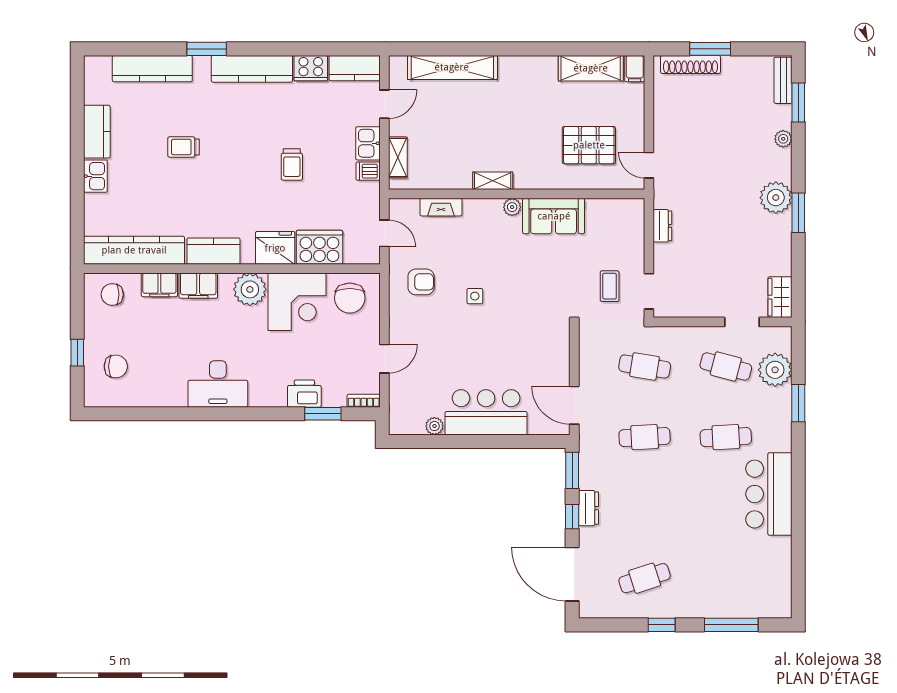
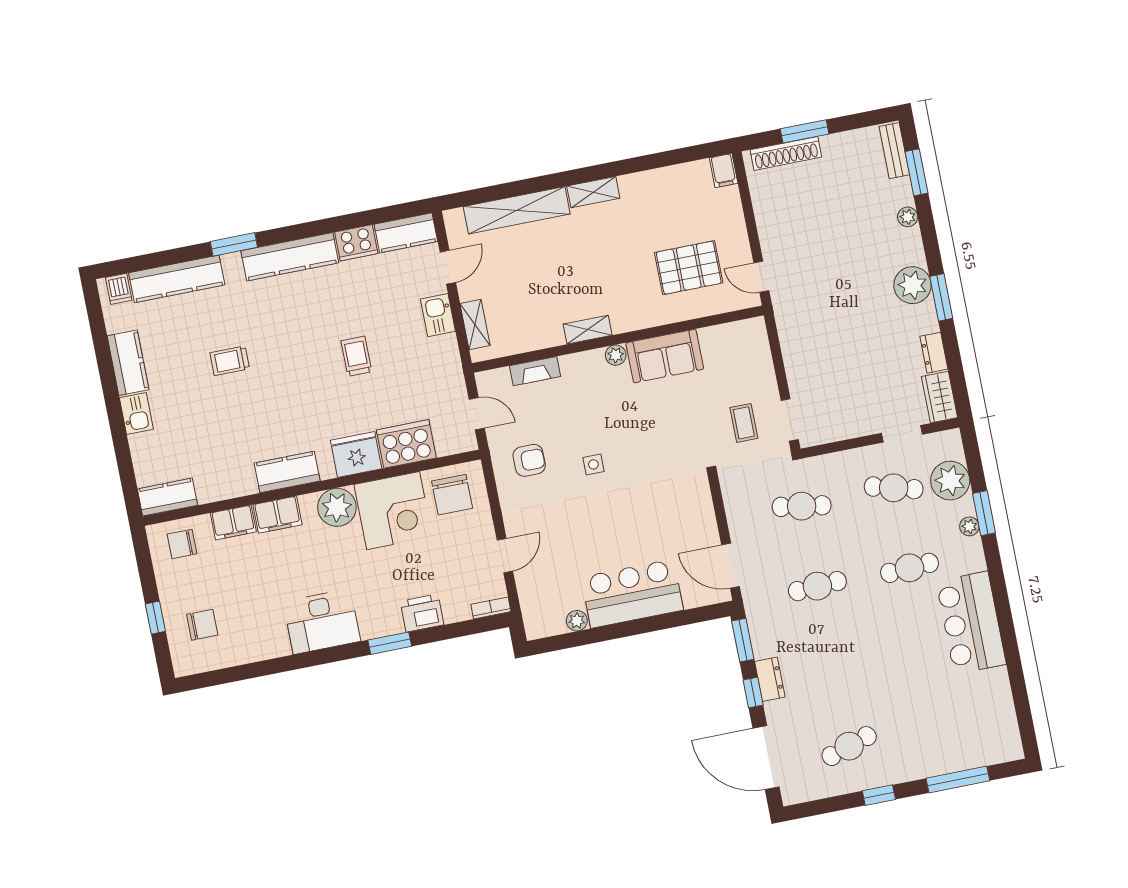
shelving: (591, 68) -> (593, 192), moved, width x0.67, depth x0.75
trolley: (292, 164) -> (356, 356), turned 180
dishwasher: (368, 171) -> (119, 289), moved, turned -90
dresser: (662, 226) -> (934, 353), moved, turned 180
kitchen counter: (134, 250) -> (167, 497), width x0.48, depth x0.86
plant: (784, 412) -> (969, 526), added
window: (323, 414) -> (390, 643), moved

